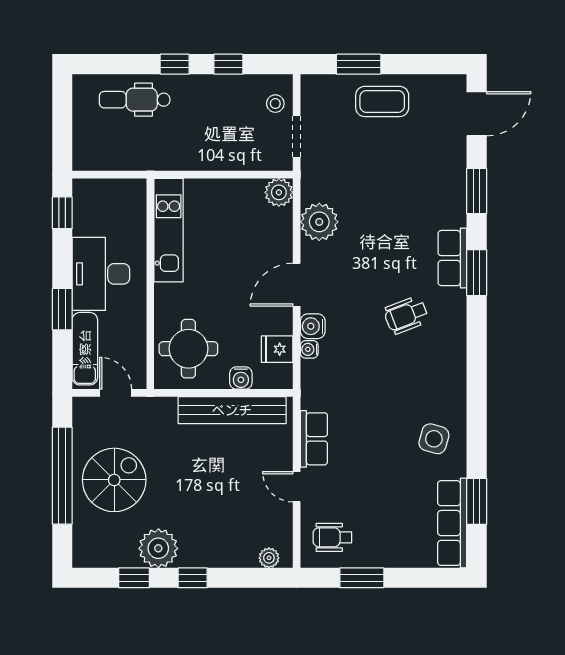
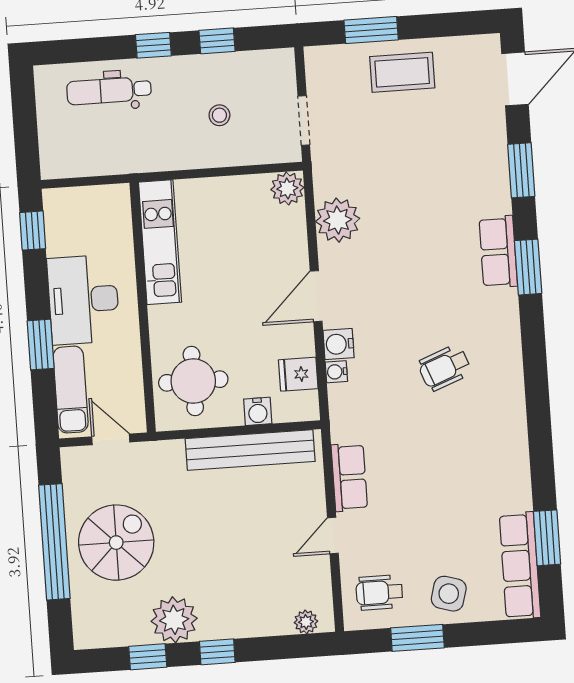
stool: (275, 104) -> (219, 115), moved
wheelchair: (406, 315) -> (445, 368), moved
side table: (434, 439) -> (449, 594), moved
door: (297, 487) -> (333, 535), hinge flipped

